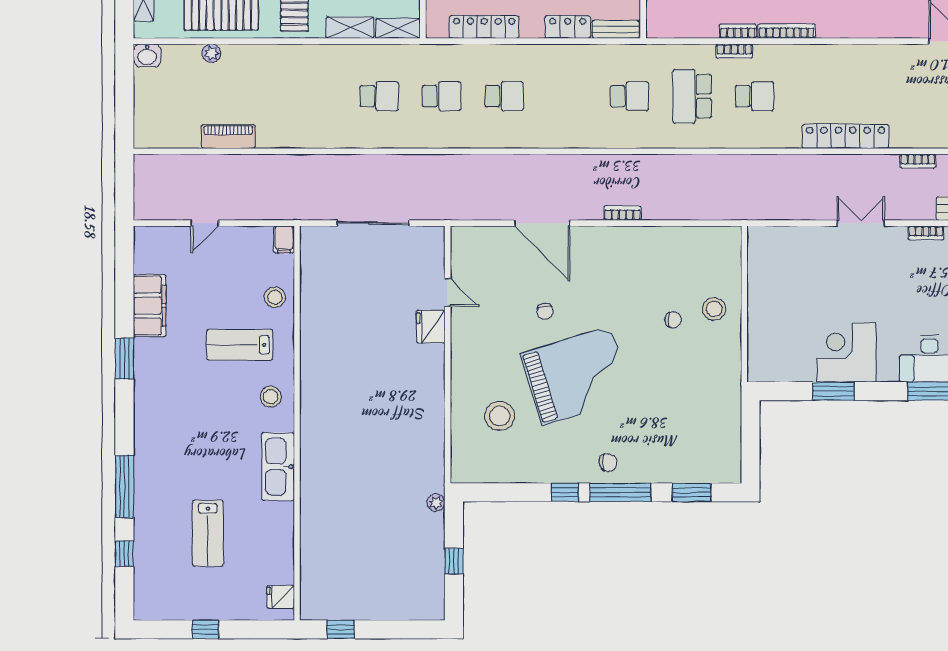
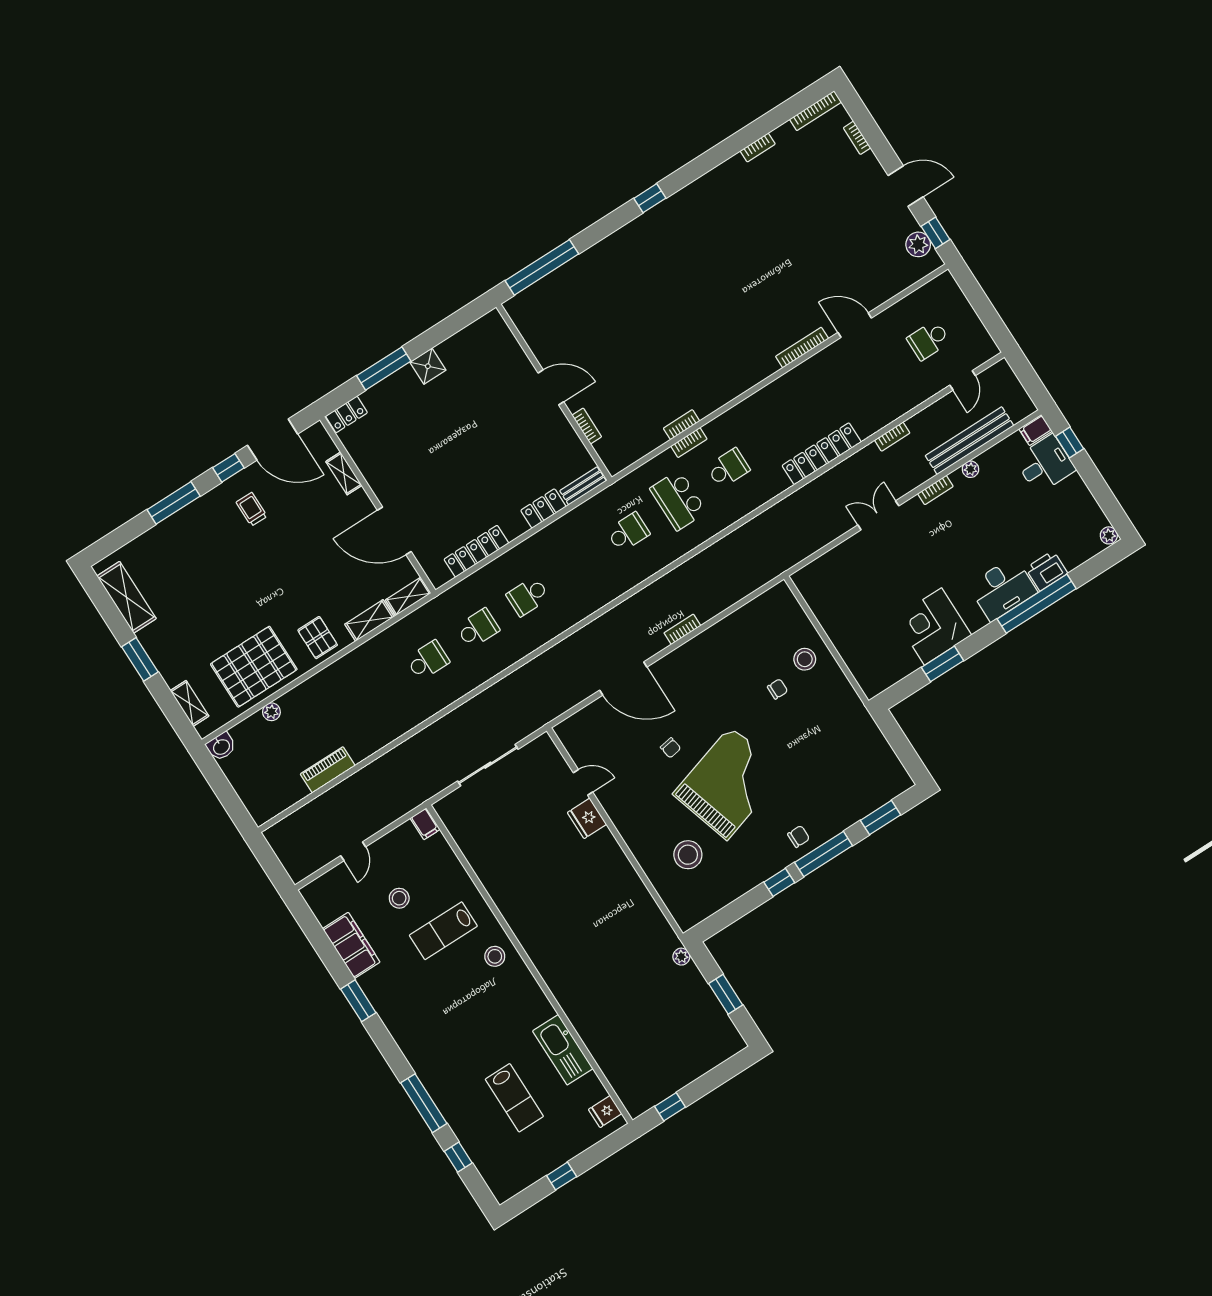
bookcase: (787, 31) -> (802, 348), moved
school desk: (504, 96) -> (528, 596), turned 180
stool: (275, 297) -> (399, 898), moved
kitchen sink: (278, 467) -> (563, 1050), moved
window: (454, 561) -> (726, 994), width x1.50

